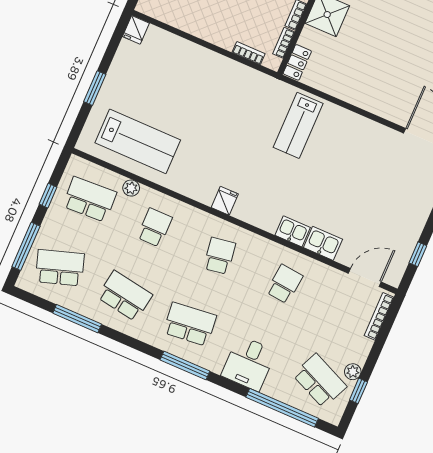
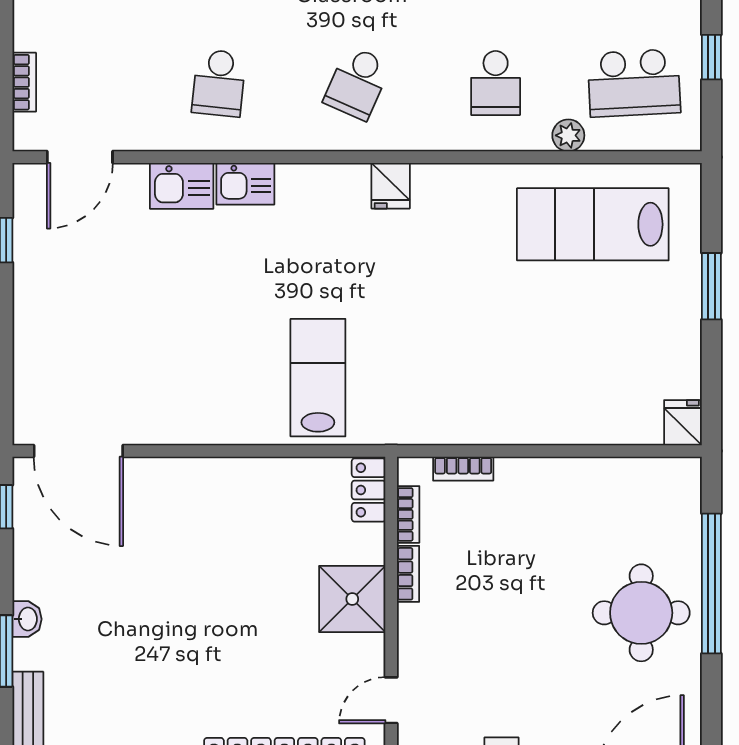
school desk: (220, 256) -> (357, 83), turned 33
bookcase: (379, 316) -> (24, 82), width x0.64

